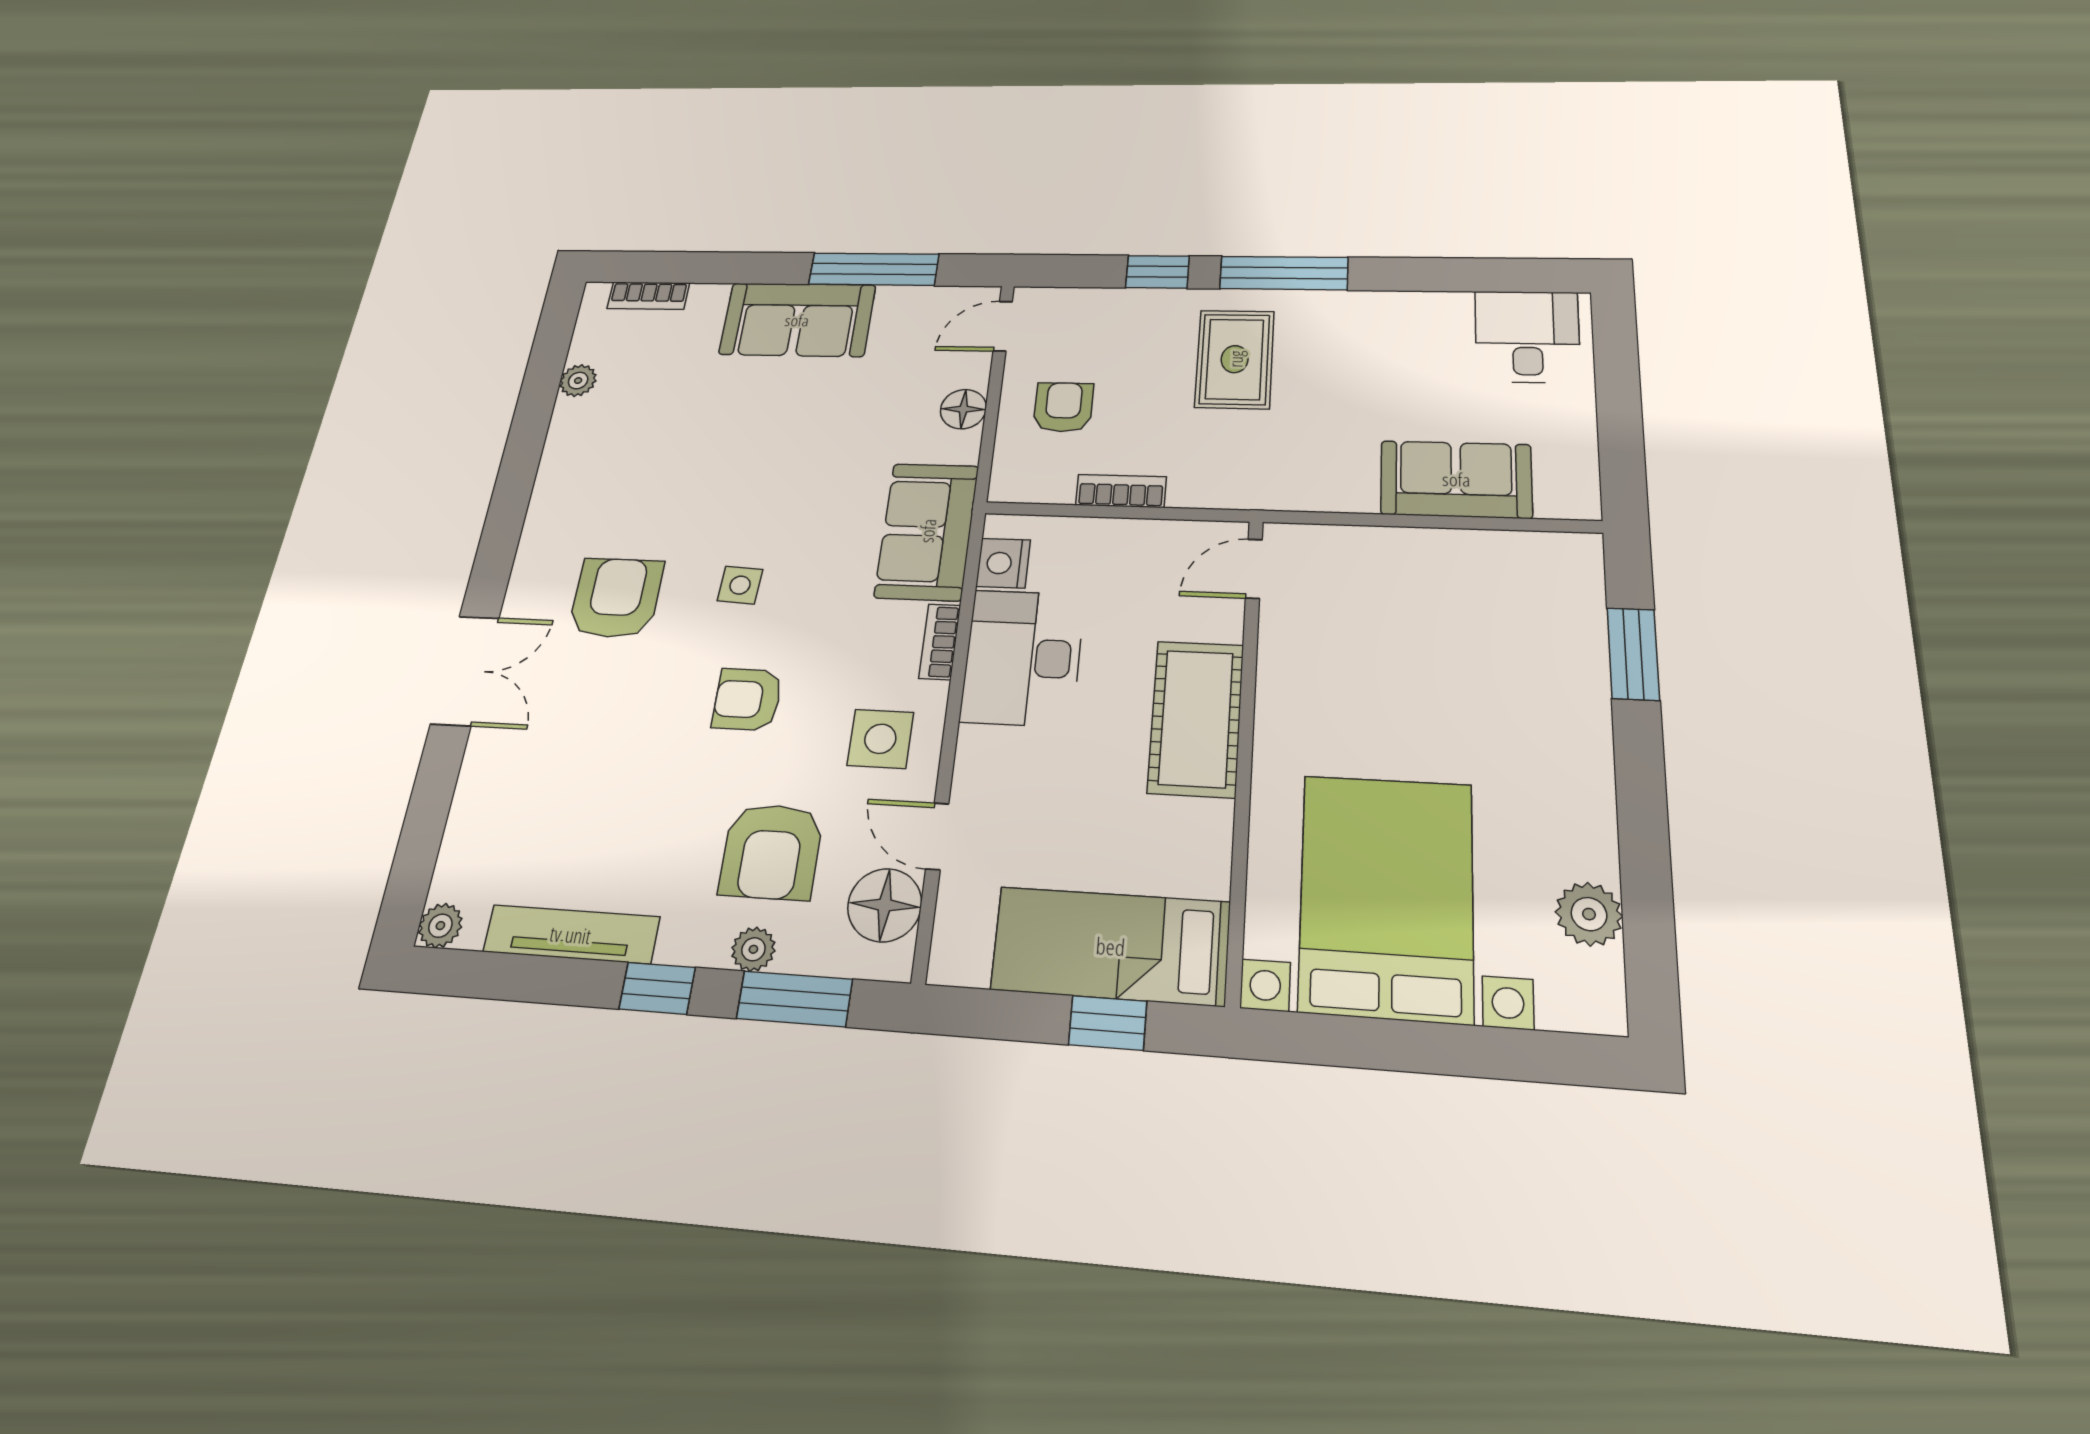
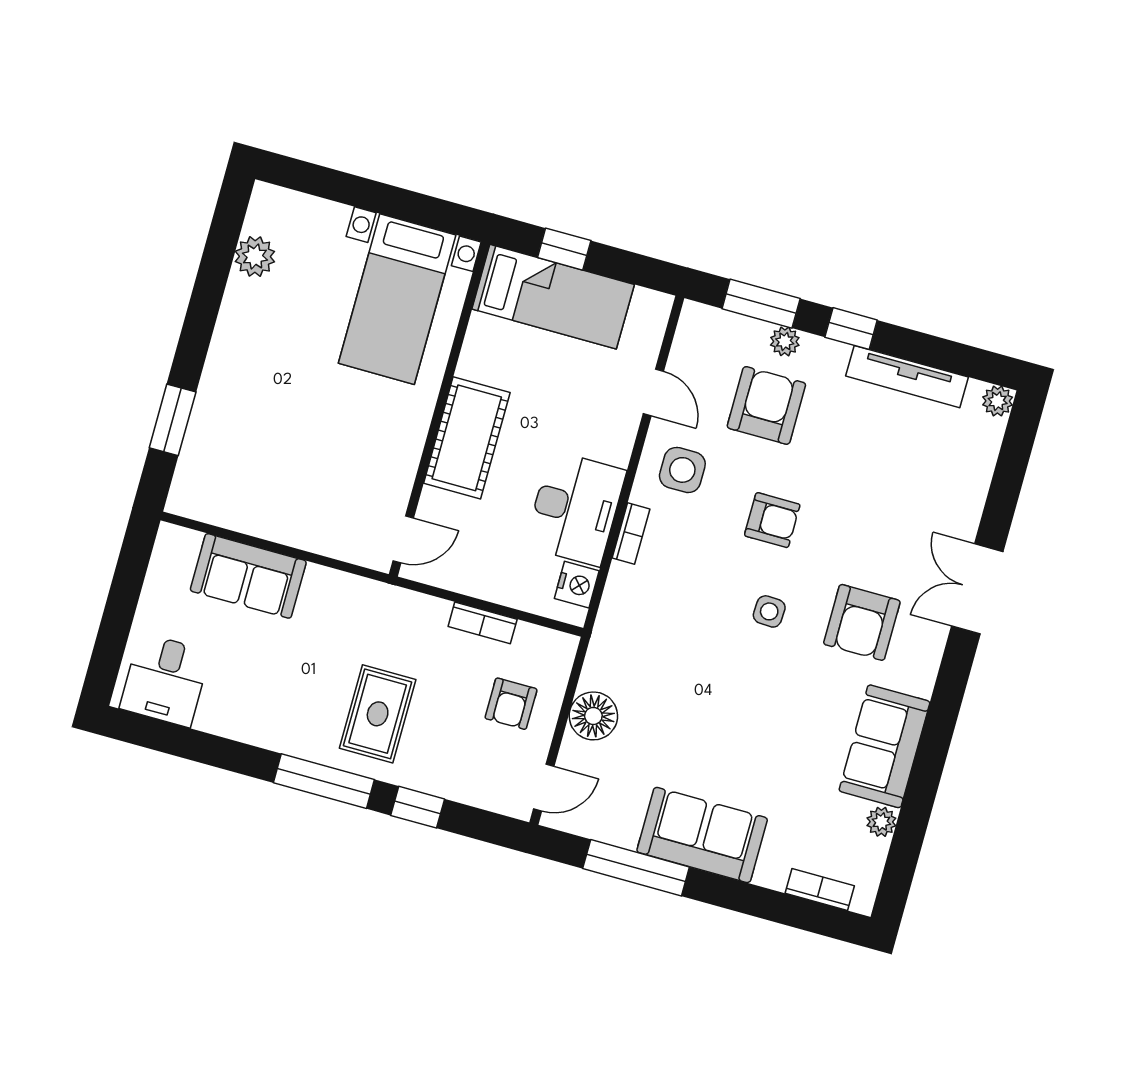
floor lamp: (963, 409) -> (593, 716), width x1.38, depth x1.38
sofa: (927, 531) -> (884, 746), moved, turned 180
bed with nightstands: (1386, 896) -> (397, 299), width x0.73
floor lamp: (885, 905) -> (695, 353), removed

